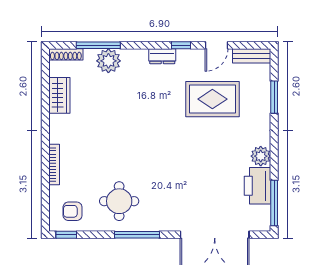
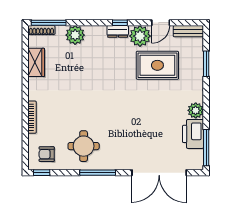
window: (98, 45) -> (49, 23), moved
window: (181, 45) -> (120, 23), moved
plant: (190, 62) -> (140, 36), added

